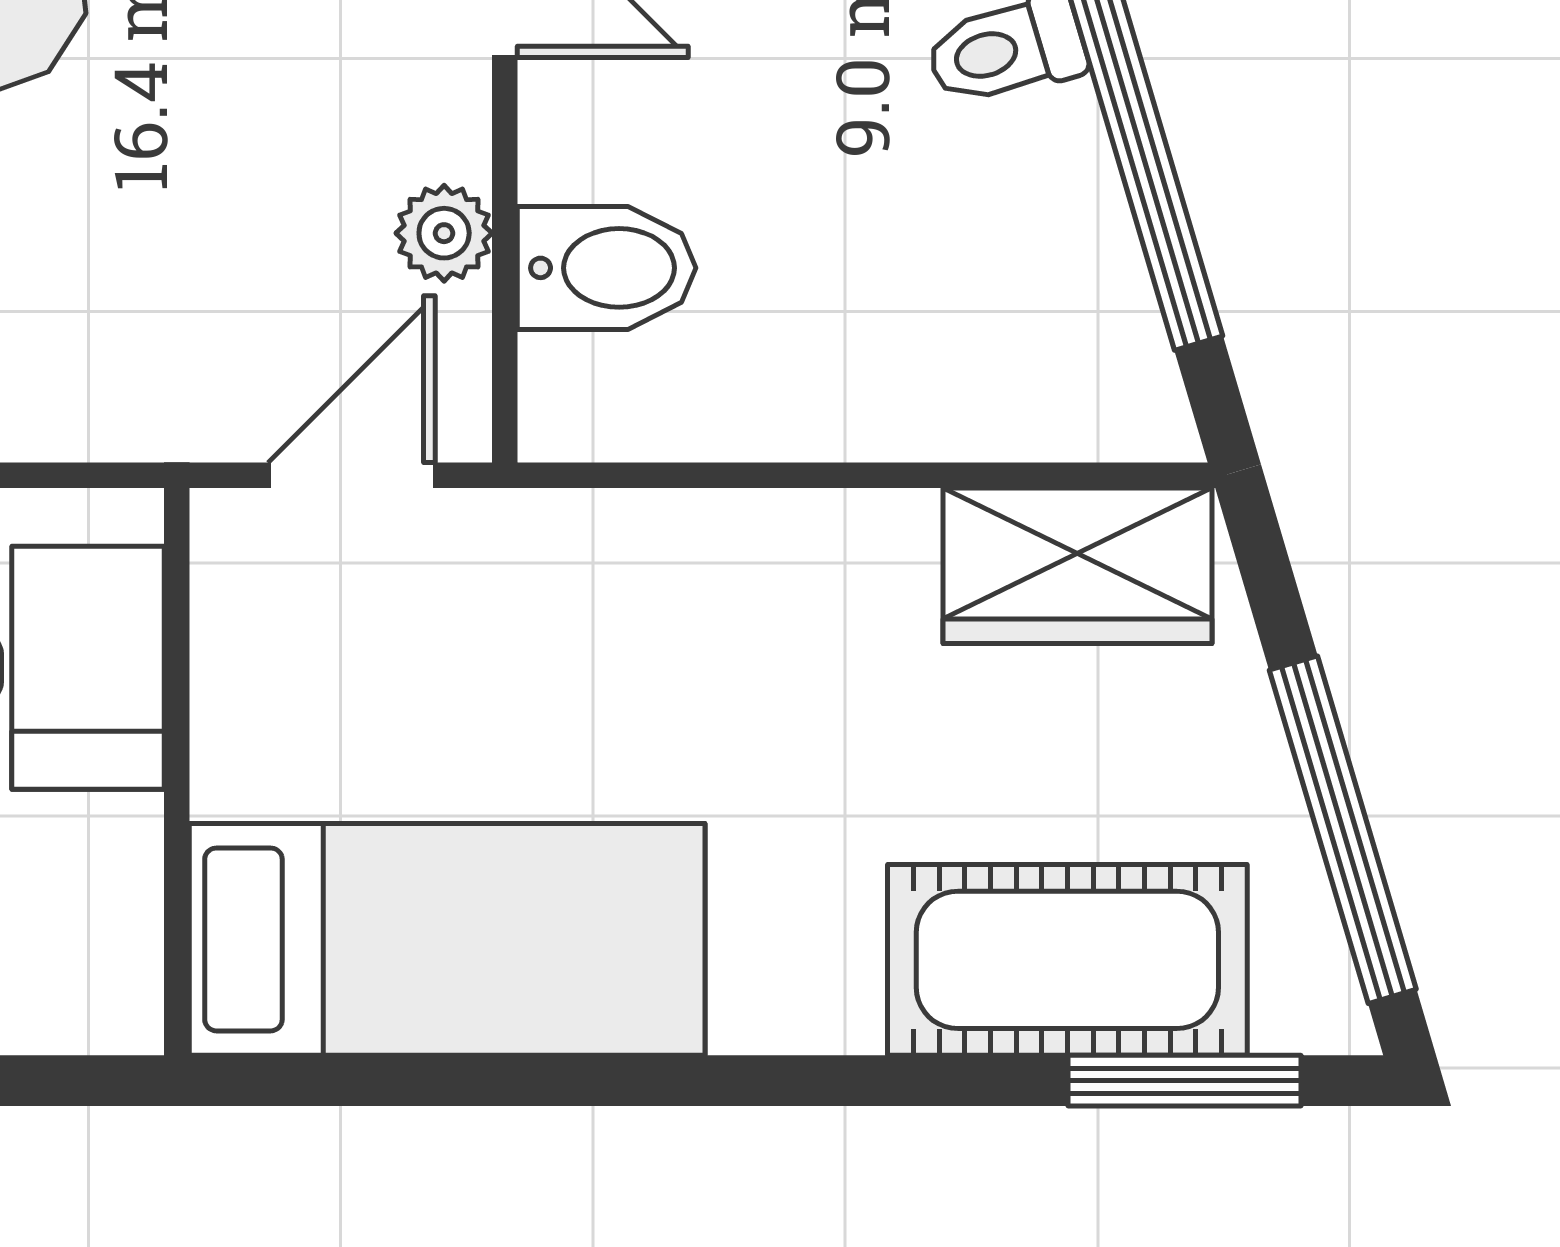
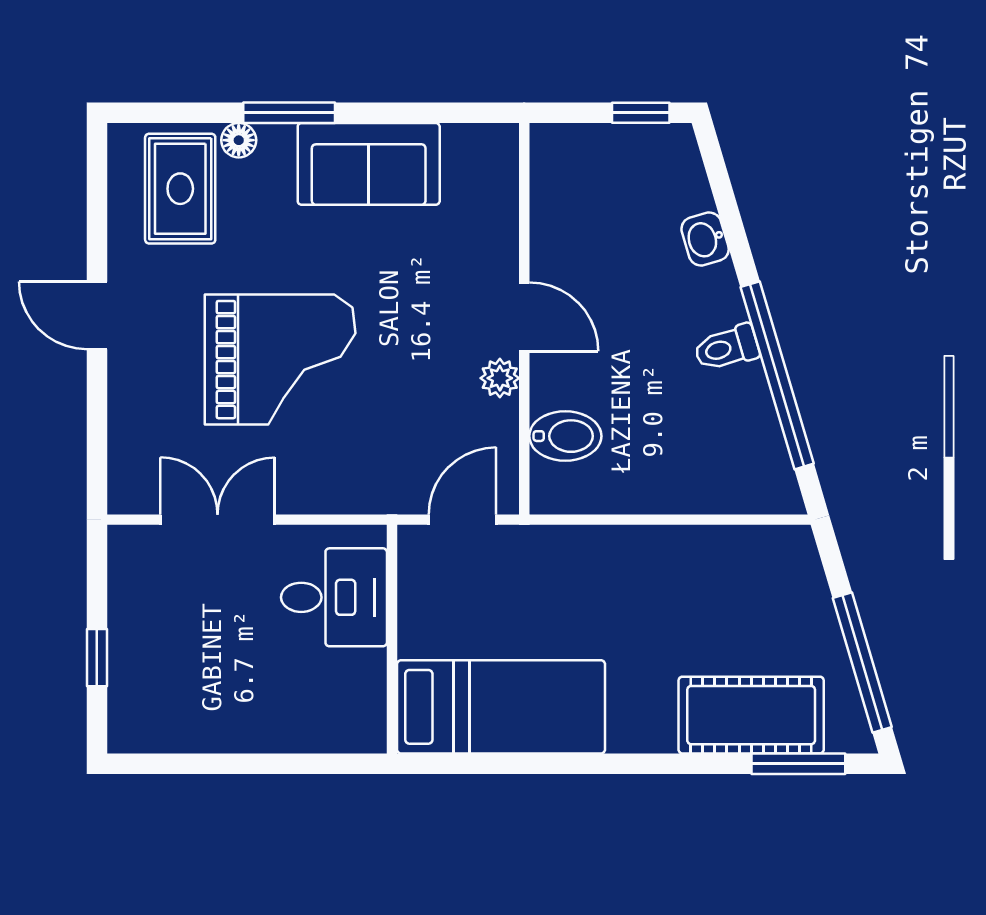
plant: (444, 233) -> (500, 378), moved
wardrobe: (1078, 566) -> (755, 556), removed

